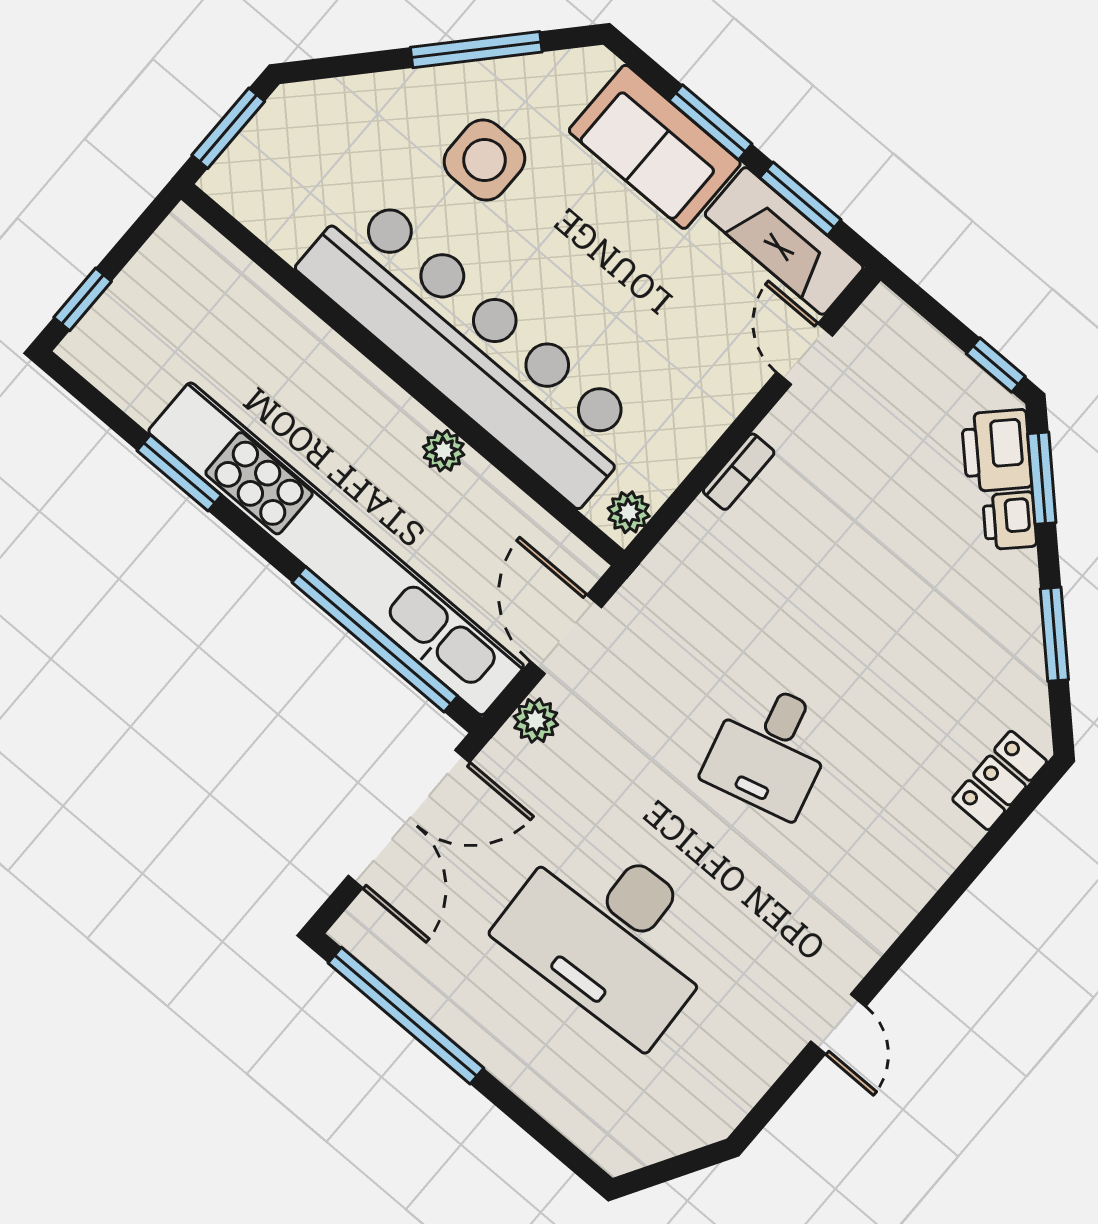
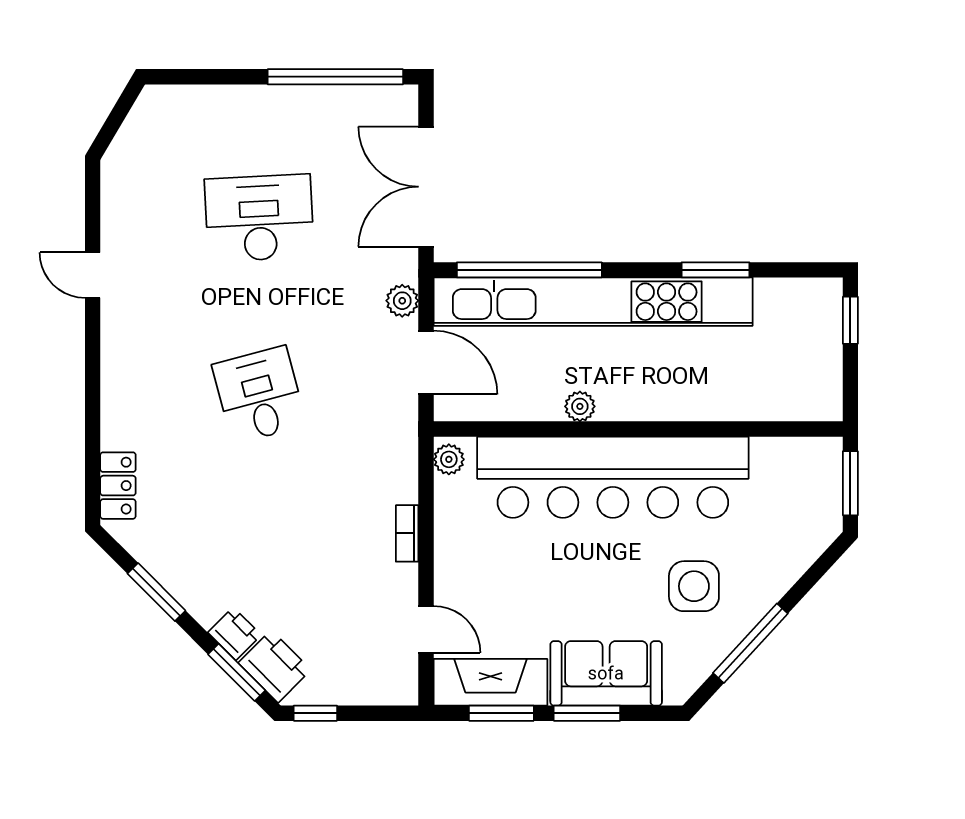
desk: (612, 935) -> (259, 218), width x0.73, depth x0.77

